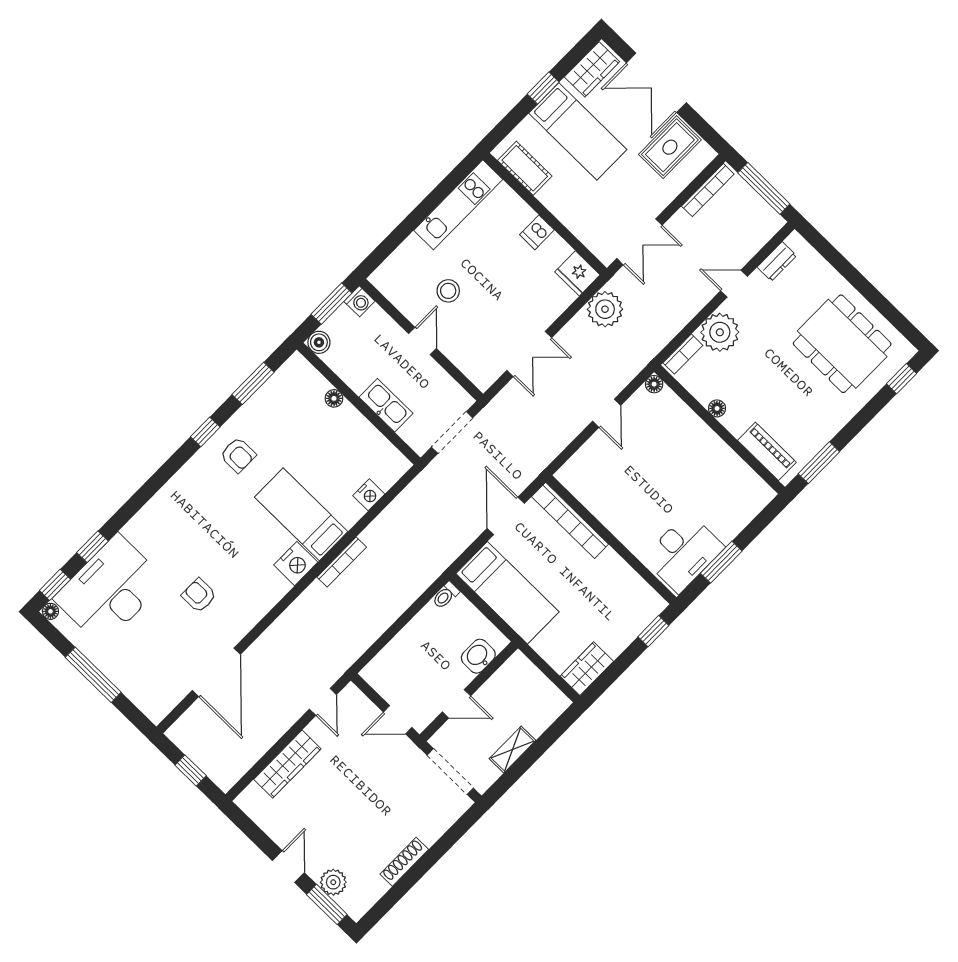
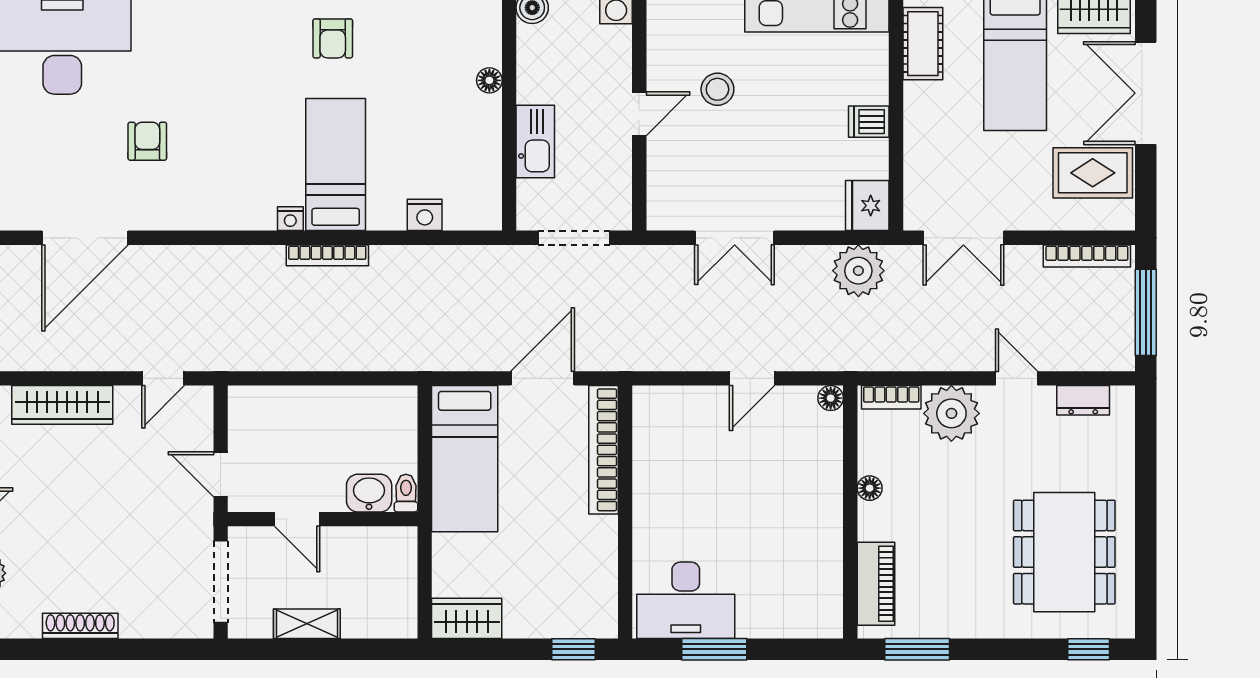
nightstand: (296, 564) -> (290, 219), width x0.53, depth x0.56
toilet: (446, 595) -> (406, 493), moved, turned 90

